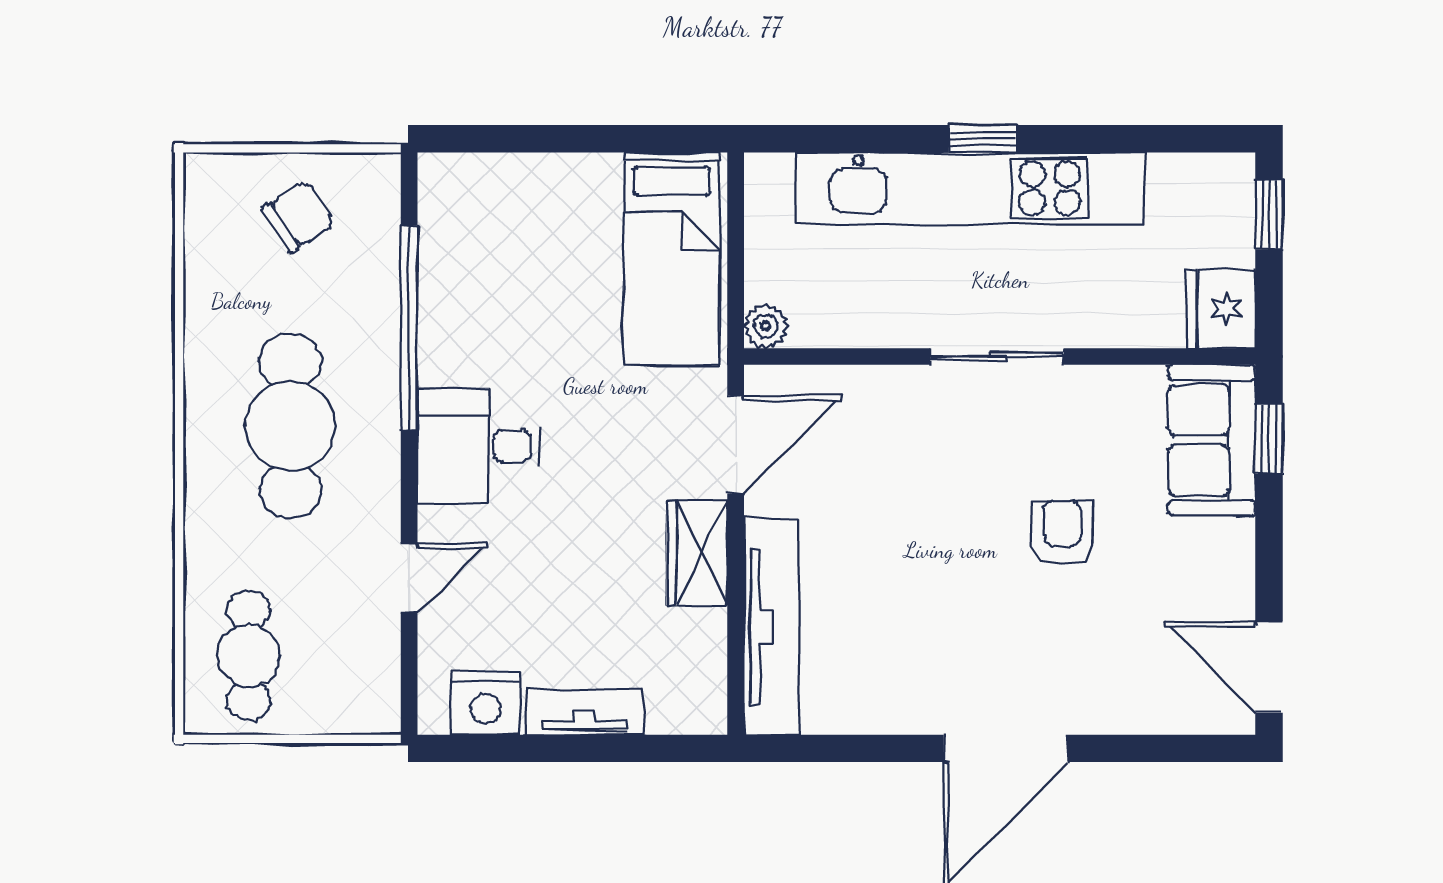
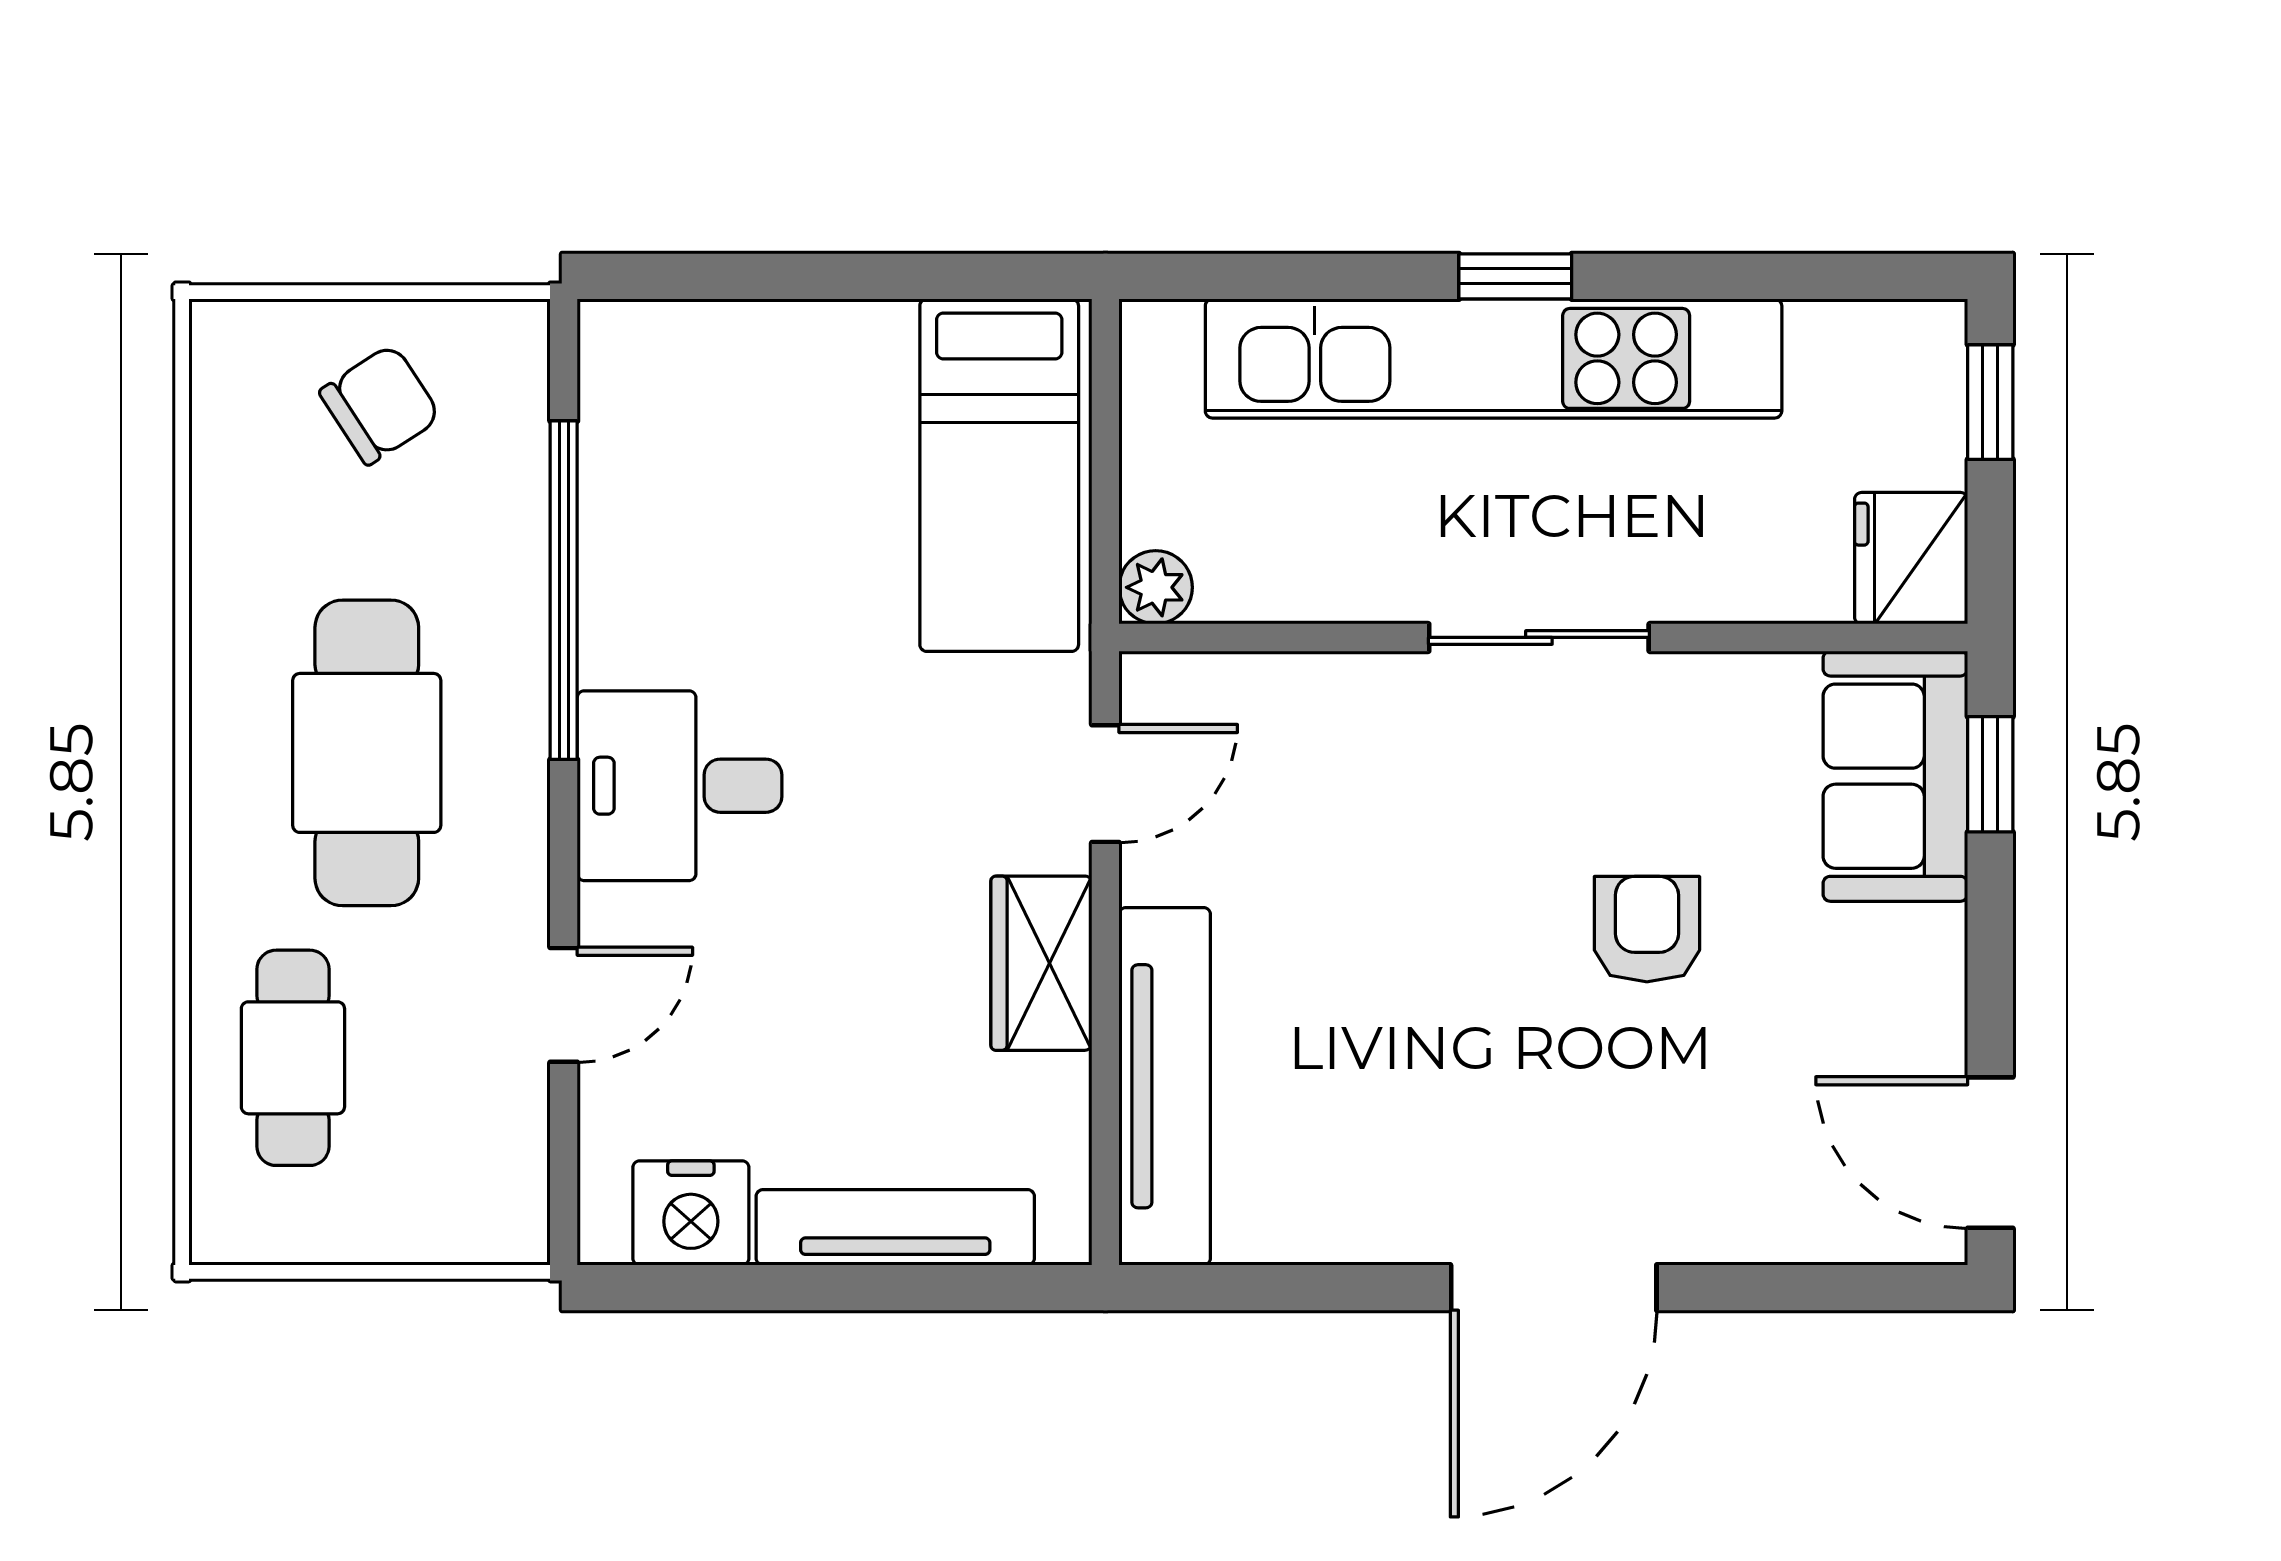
door: (736, 445) -> (1105, 784), width x0.73
cafe table: (248, 656) -> (293, 1058), moved
tv unit: (585, 712) -> (895, 1227), width x1.41

